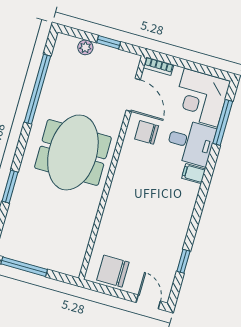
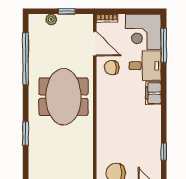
filing cabinet: (194, 174) -> (153, 93), width x2.00

